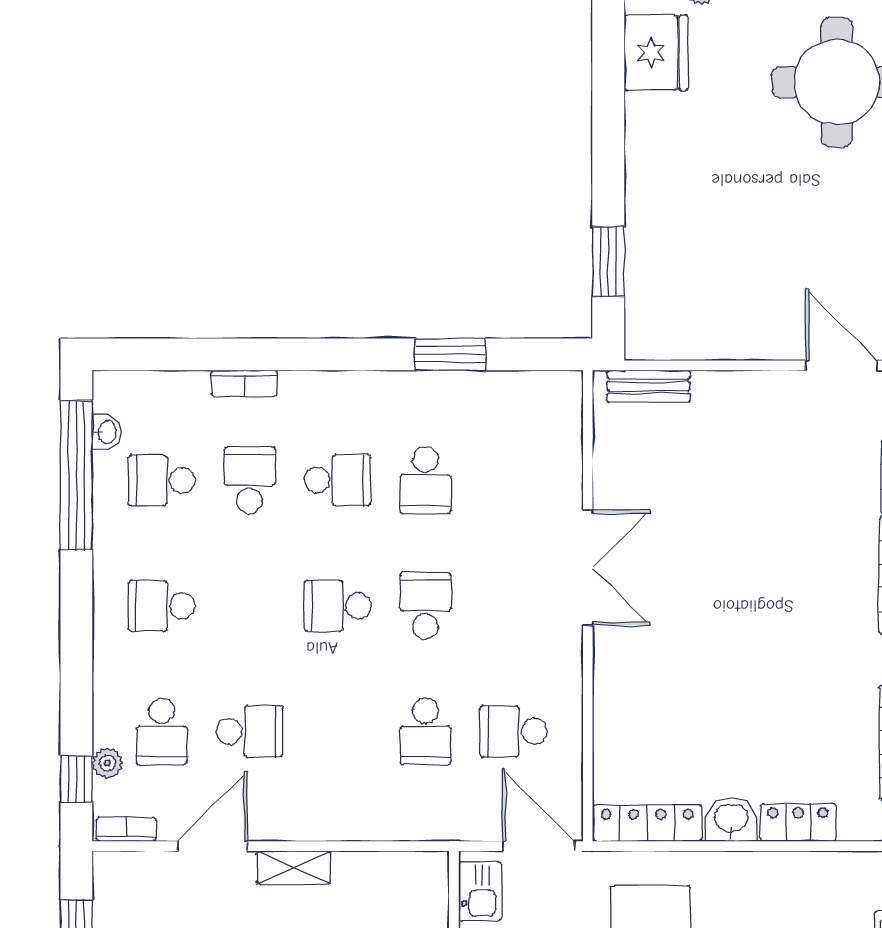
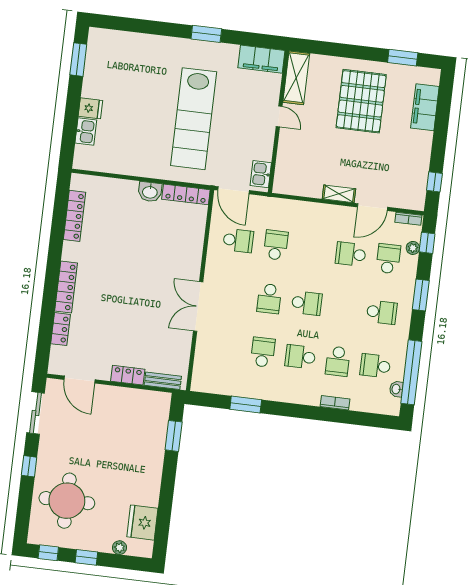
school desk: (162, 480) -> (375, 366), turned 180
window: (76, 656) -> (421, 295), added
locker: (798, 822) -> (128, 375), moved, turned 180

